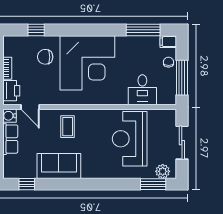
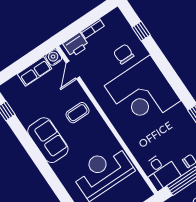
desk: (142, 90) -> (161, 171), moved, turned -90
sofa: (59, 166) -> (48, 140), moved

